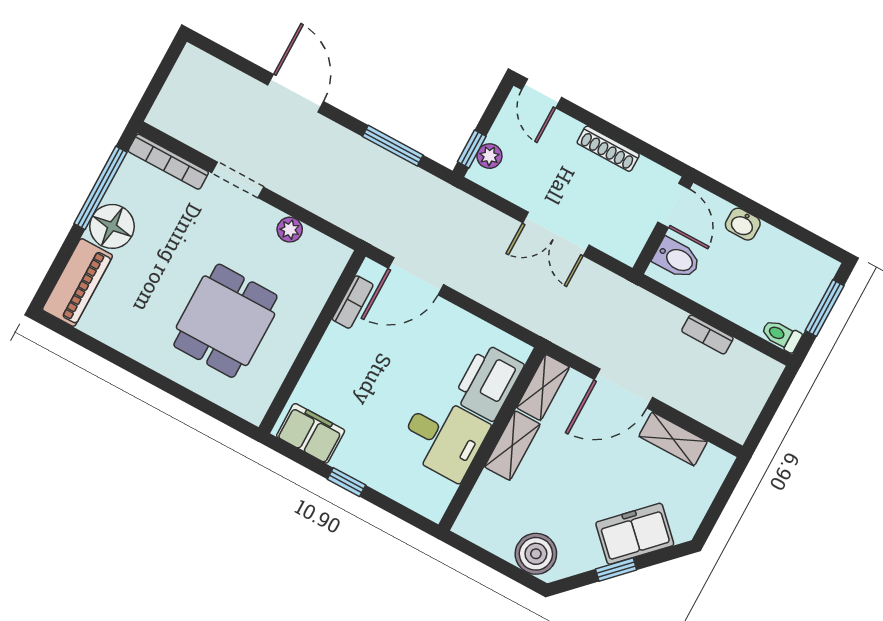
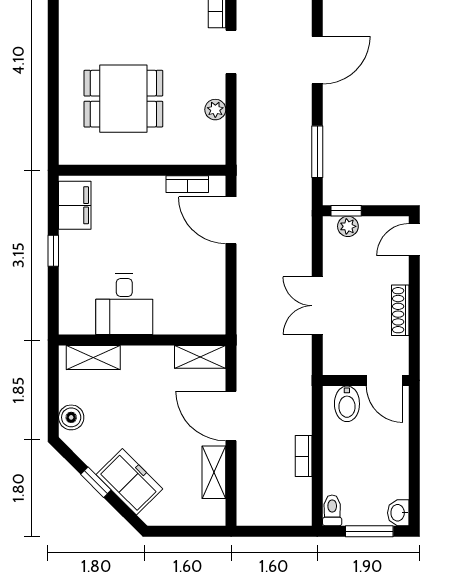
door: (674, 205) -> (385, 380), hinge flipped
washbasin: (743, 224) -> (398, 513), moved
printer: (488, 382) -> (182, 315), removed
shelving: (512, 446) -> (93, 357), moved
boiler: (536, 554) -> (71, 417), width x0.73, depth x0.73

